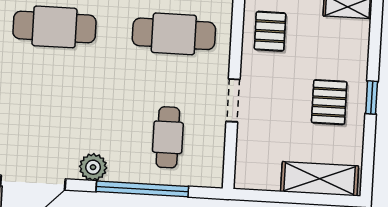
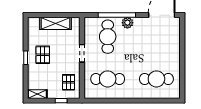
cafe table: (168, 137) -> (108, 37), width x1.37, depth x1.35
plant: (93, 167) -> (127, 23), moved
shelving: (320, 179) -> (55, 23), moved

